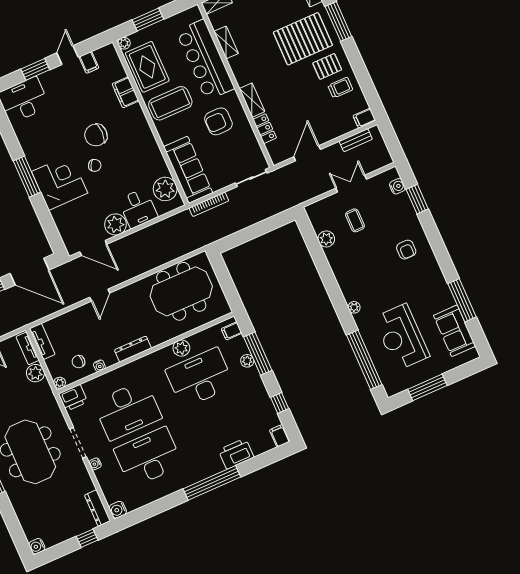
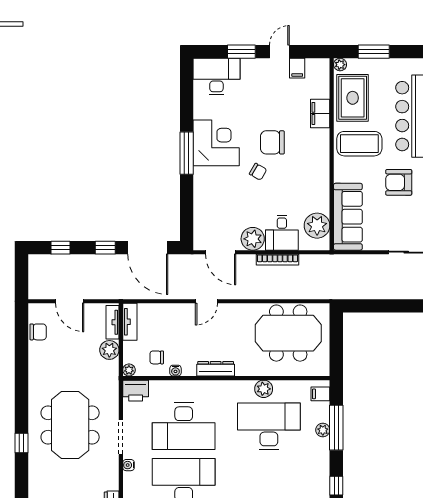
corner desk: (60, 182) -> (216, 143), moved
bookcase: (209, 204) -> (277, 260), moved

